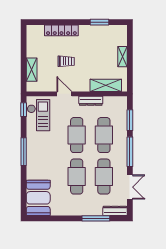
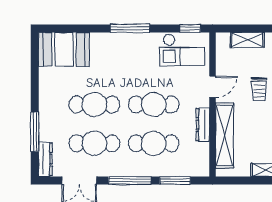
shelving: (106, 85) -> (225, 136), width x1.47

